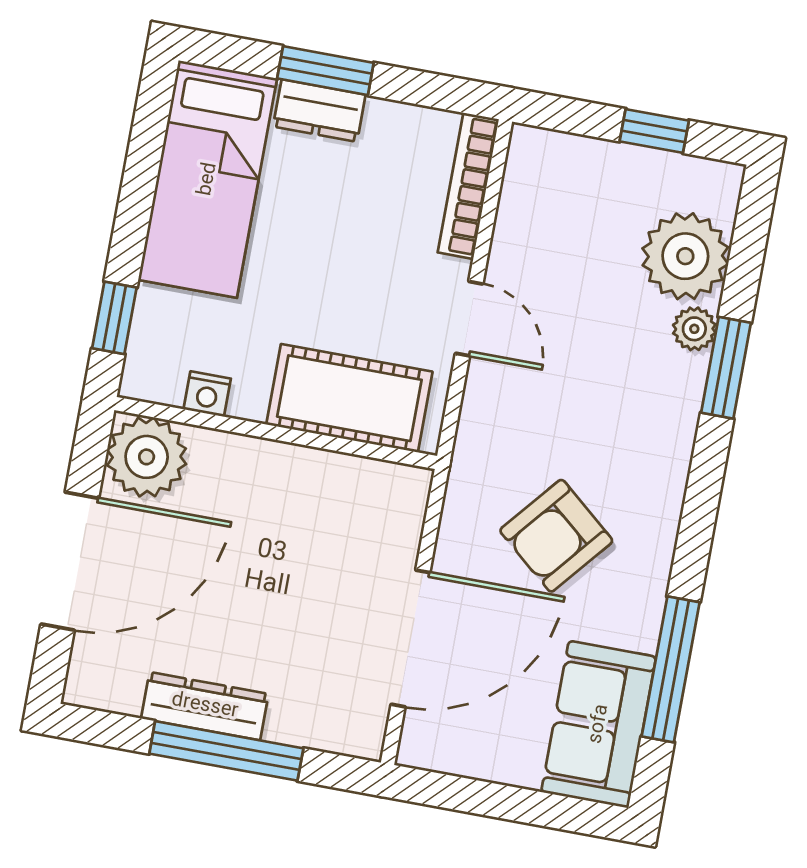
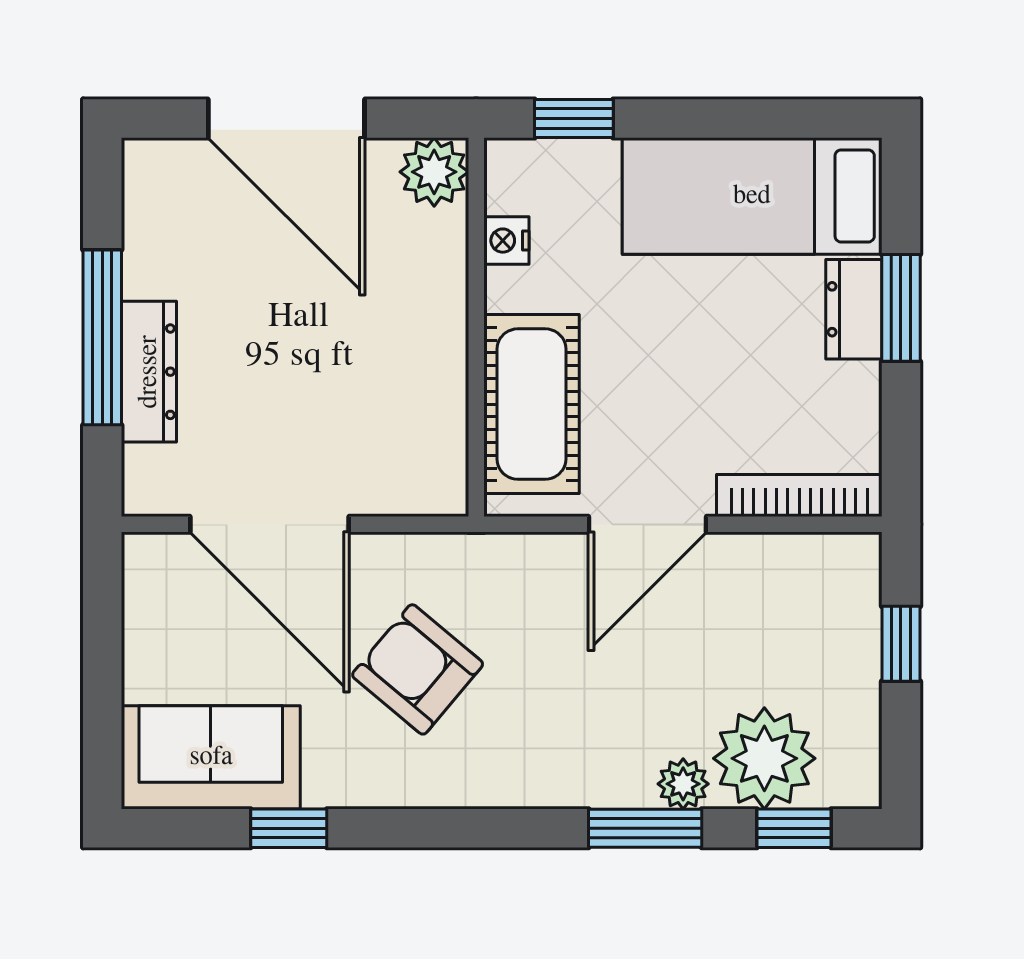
window: (654, 131) -> (901, 644), moved
window: (749, 242) -> (794, 828), added
door: (469, 319) -> (648, 524), width x1.37
plant: (147, 457) -> (434, 172), width x0.73, depth x0.73
window: (671, 669) -> (289, 828), width x0.46
dresser: (205, 706) -> (149, 372), moved

